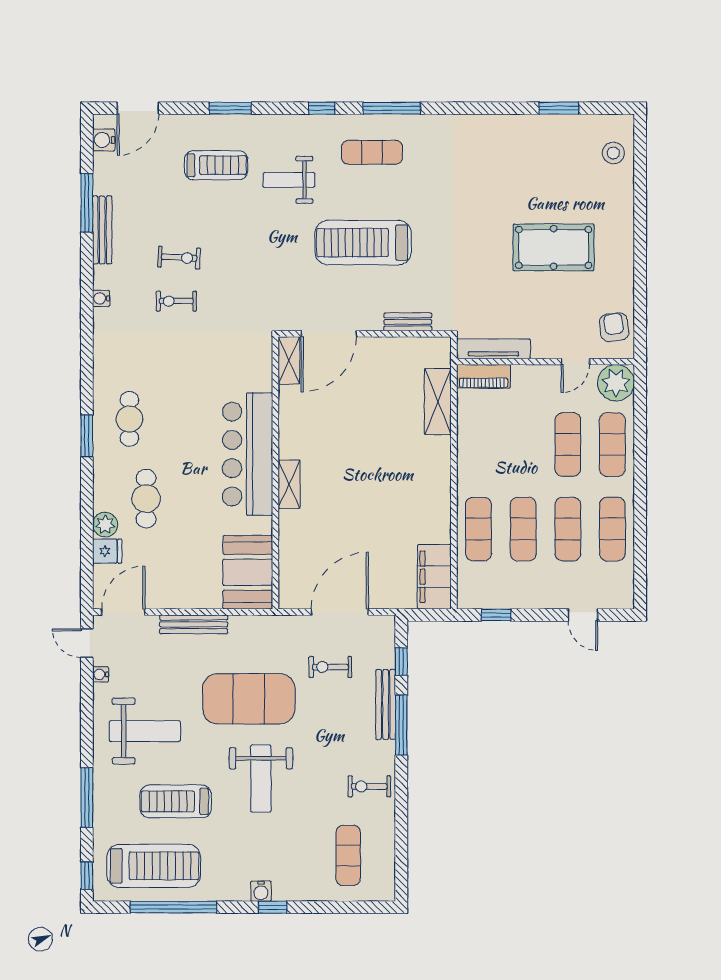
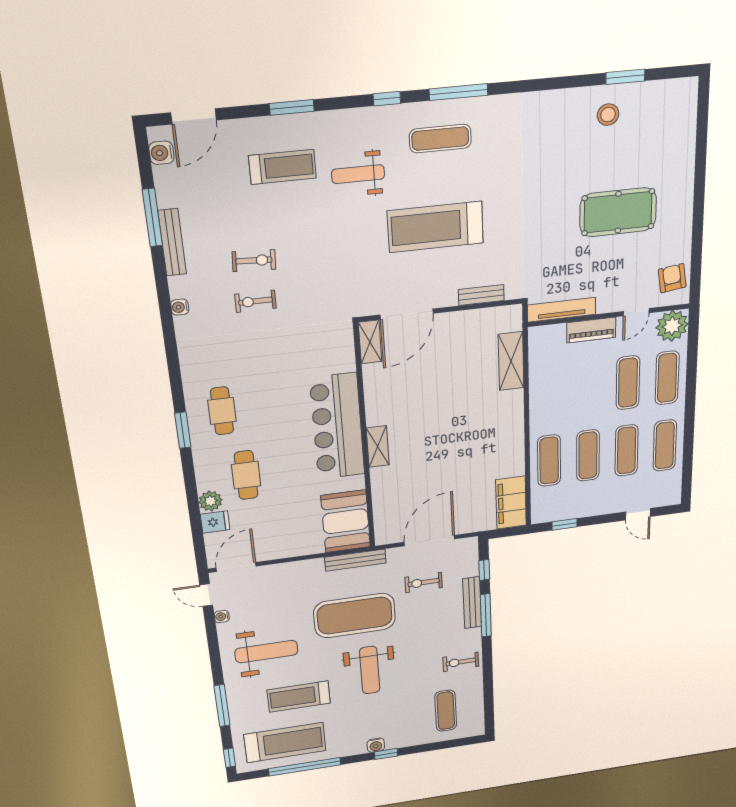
stool: (613, 153) -> (608, 115), moved
piano: (483, 376) -> (591, 330), moved
bench: (194, 624) -> (355, 560), moved

